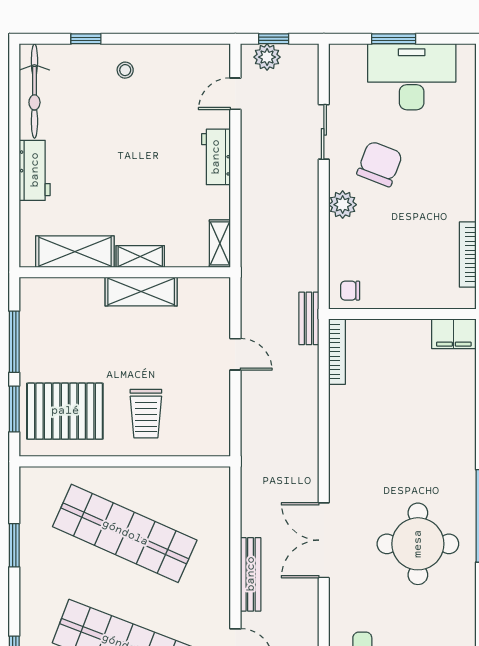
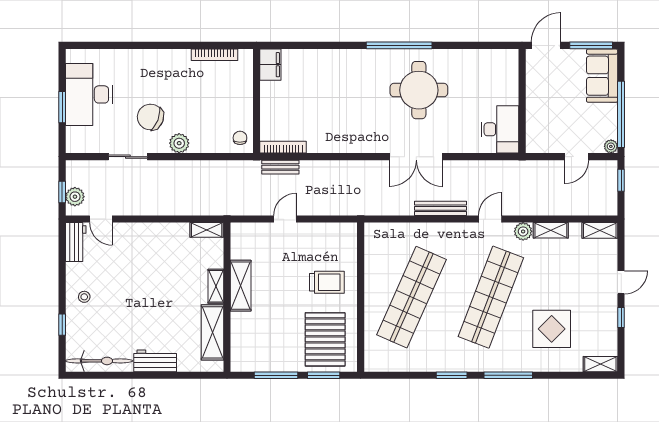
workbench: (216, 157) -> (76, 242), moved, turned -90
chair: (350, 291) -> (240, 138), turned 180
bench: (309, 318) -> (280, 167), moved
window: (14, 545) -> (452, 375), moved

